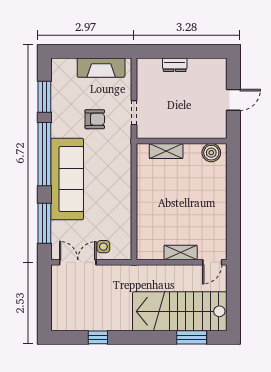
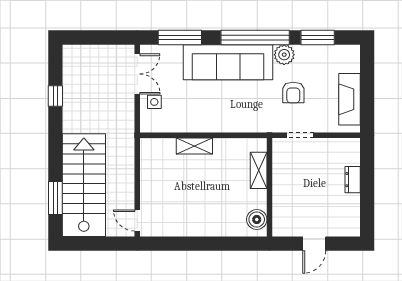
door: (233, 100) -> (314, 244), hinge flipped
plant: (60, 127) -> (284, 55), added
shelving: (181, 252) -> (194, 146), moved, turned 90

